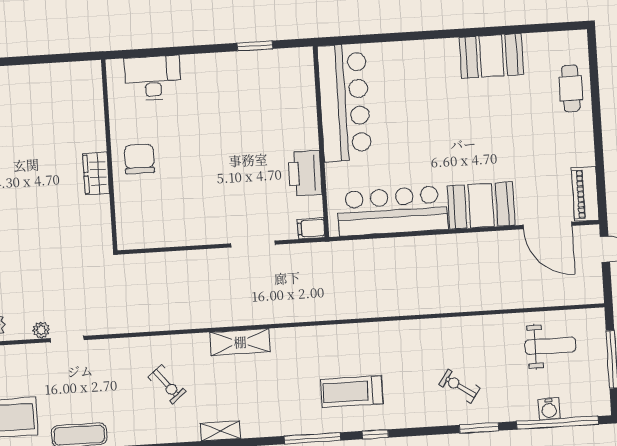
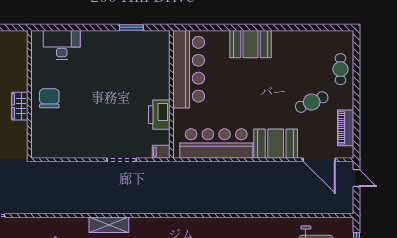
booth: (491, 56) -> (251, 44), moved
cafe table: (531, 140) -> (312, 102), added
piano: (585, 194) -> (346, 128), moved

